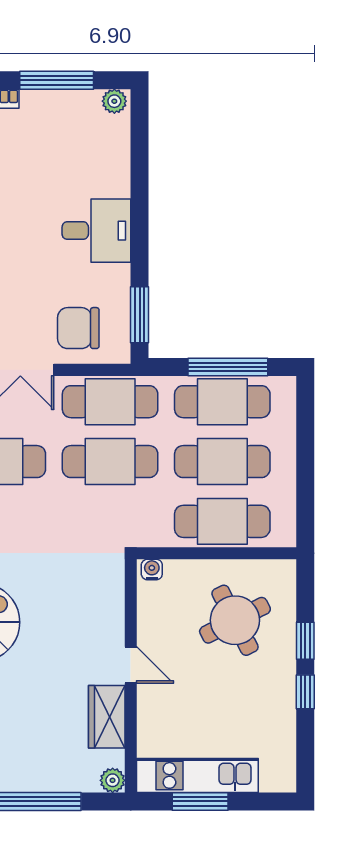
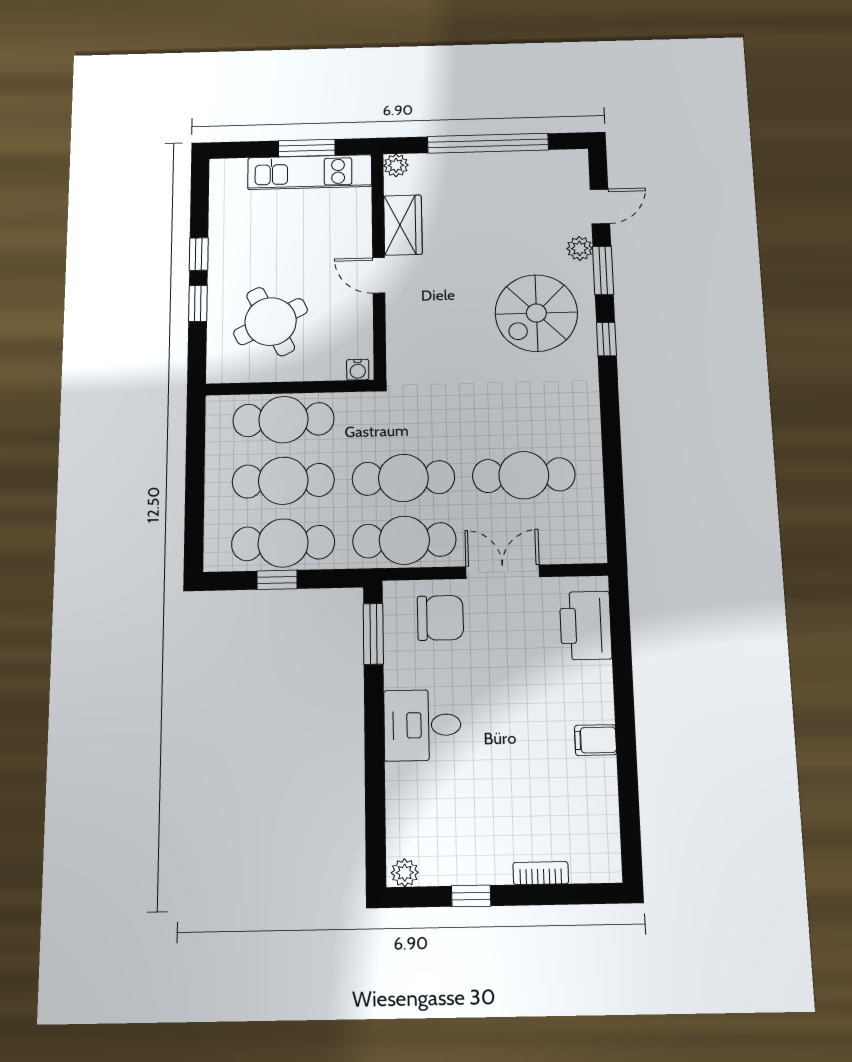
window: (57, 80) -> (471, 896), width x0.46
window: (228, 367) -> (277, 580), width x0.46

